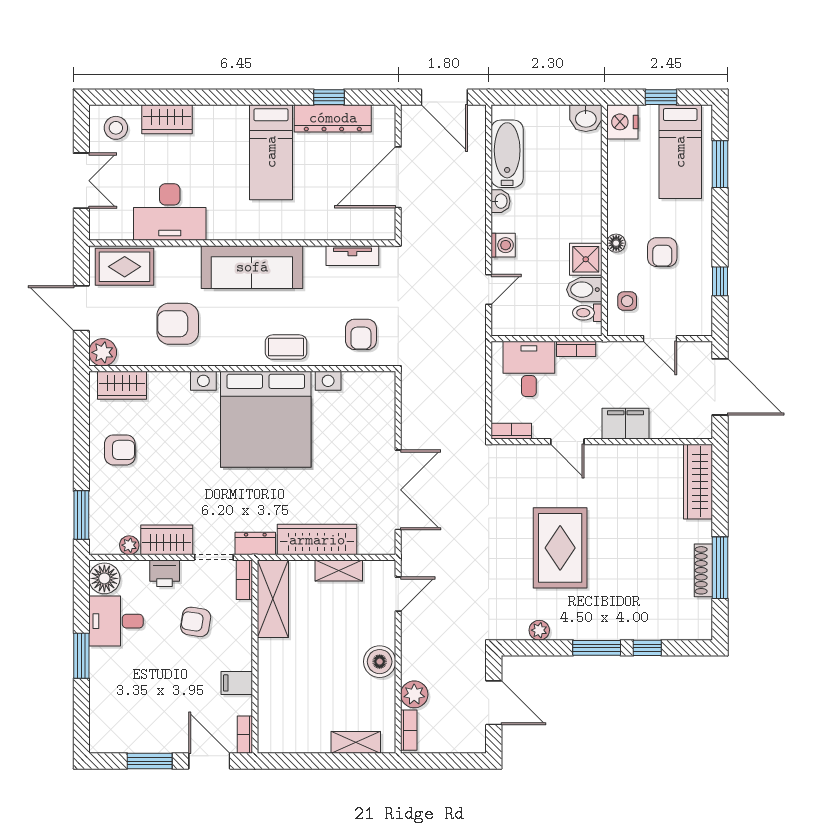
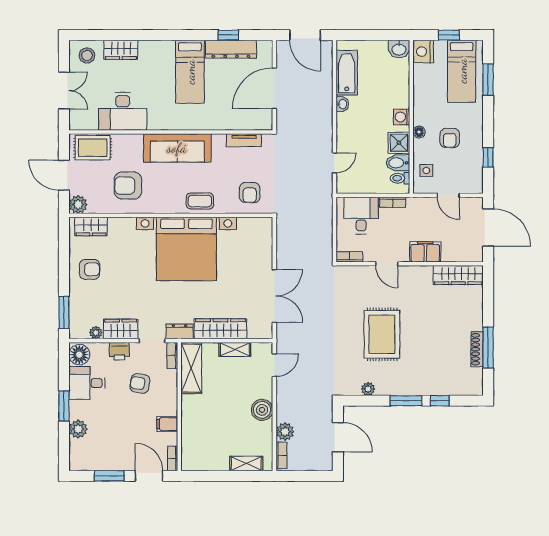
washing machine: (503, 245) -> (402, 117), moved, turned 180
wardrobe: (698, 482) -> (458, 275), moved, turned -90
plant: (103, 691) -> (78, 429), added

